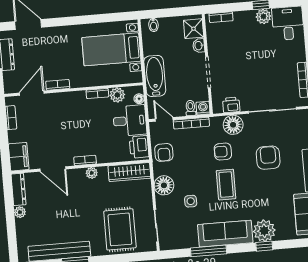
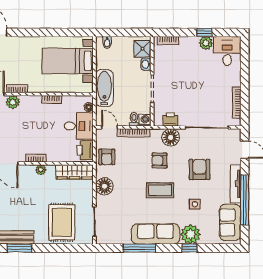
plant: (117, 95) -> (13, 102), moved
coffee table: (226, 185) -> (160, 190), turned 90
side table: (191, 201) -> (195, 204), moved

